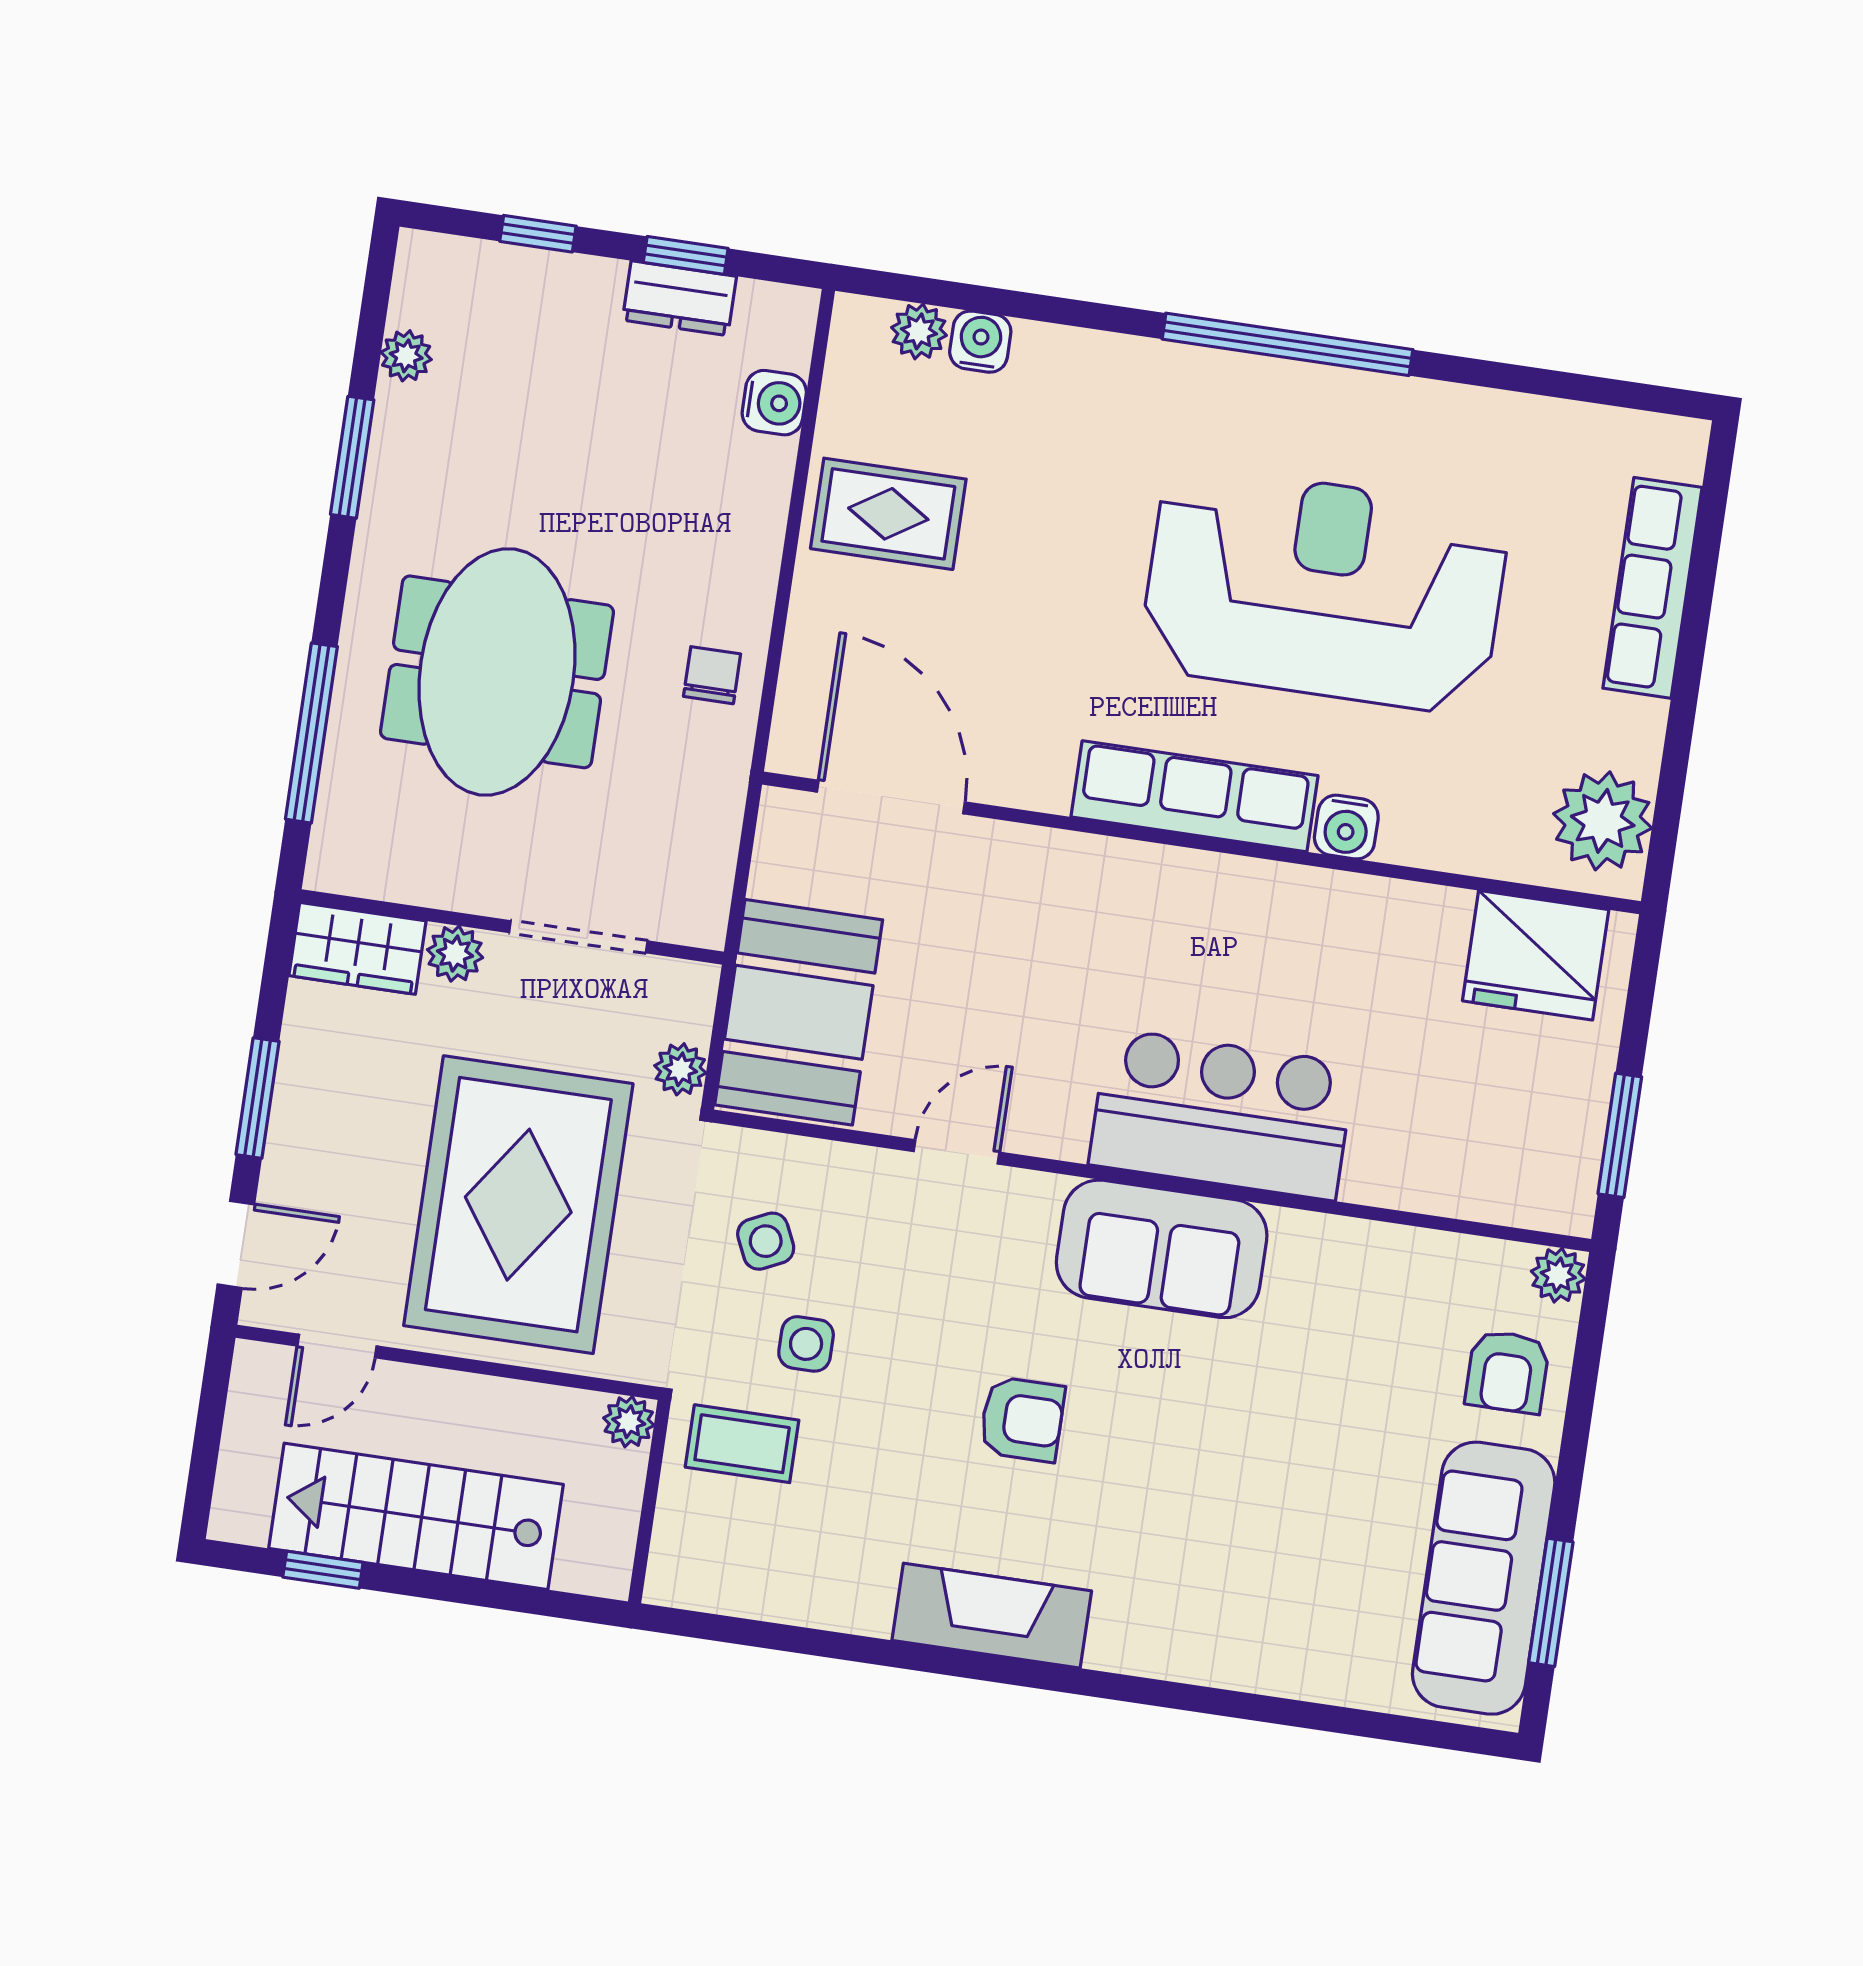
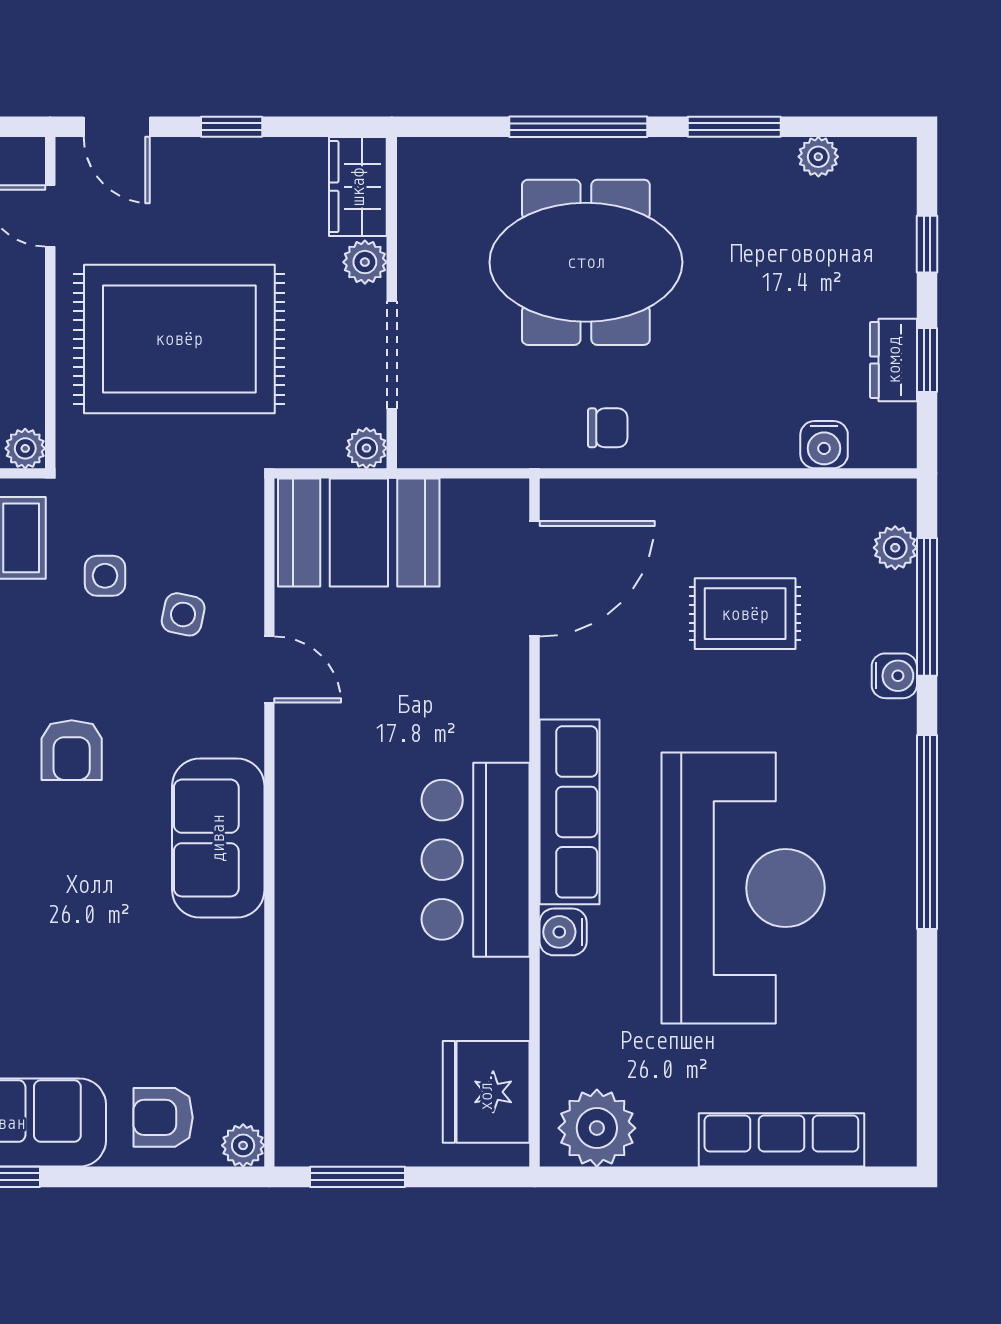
window: (1000, 302) -> (927, 607), added
water cooler: (980, 342) -> (894, 676), moved
rug: (888, 514) -> (745, 614), moved, turned 90
window: (311, 733) -> (578, 127), moved
plant: (680, 1069) -> (366, 448), moved
window: (258, 1098) -> (232, 127), width x0.67
bar counter: (1222, 1114) -> (475, 860), moved, turned 180
side table: (766, 1241) -> (183, 614), moved, turned 37

